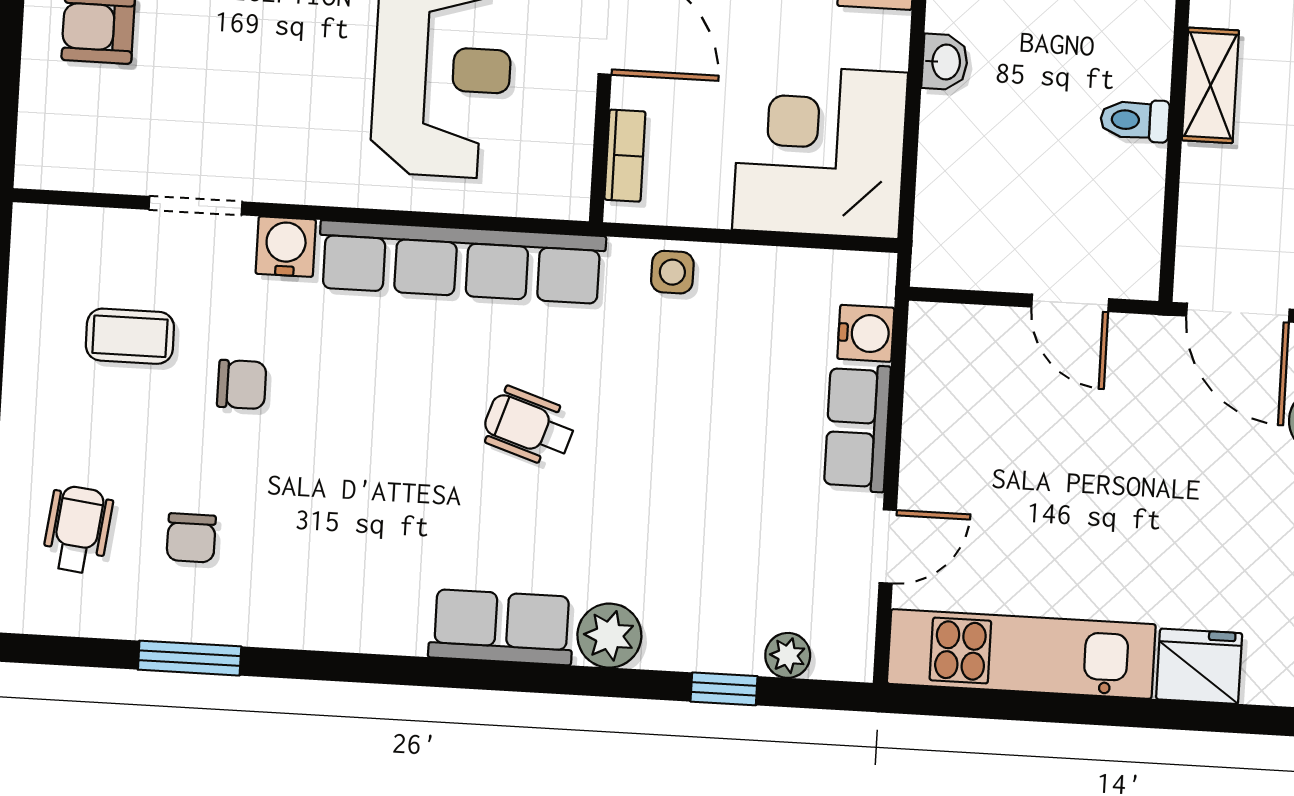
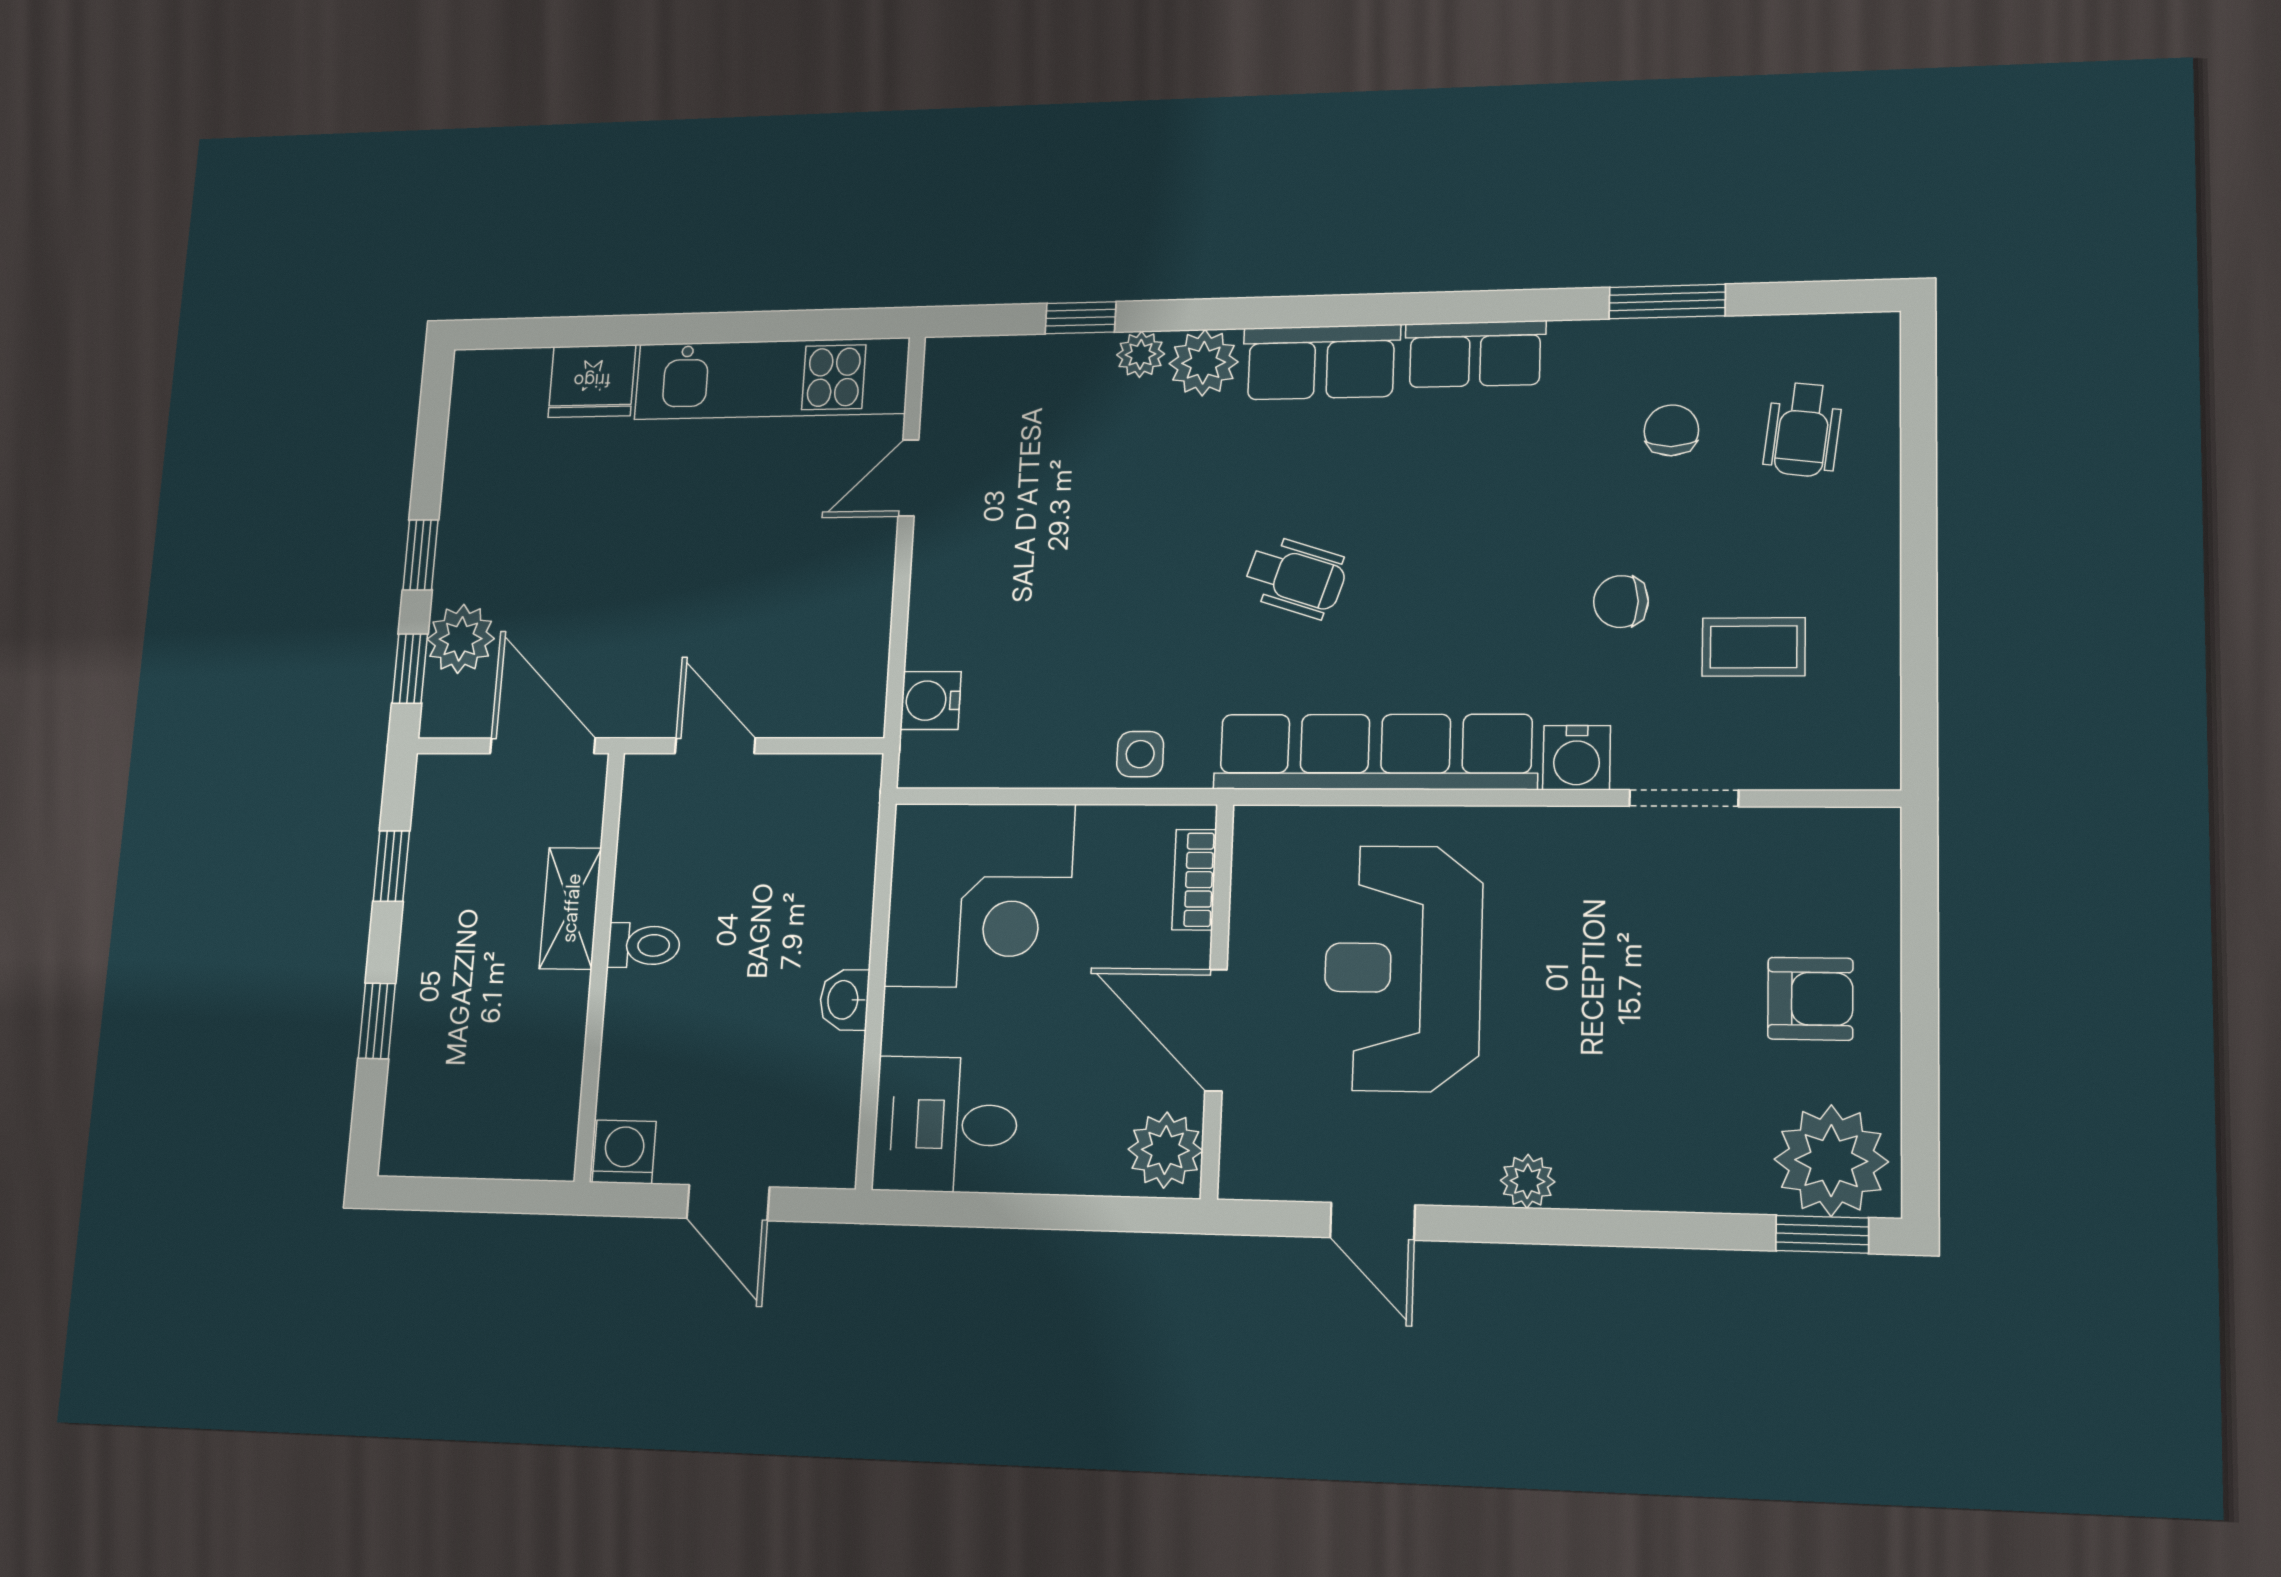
shelving: (1210, 85) -> (571, 908), moved
row of seats: (857, 428) -> (1475, 354), moved, turned 90
plant: (788, 655) -> (1141, 354), moved

